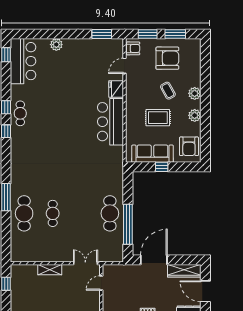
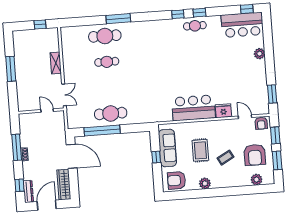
plant: (195, 93) -> (257, 180), moved

